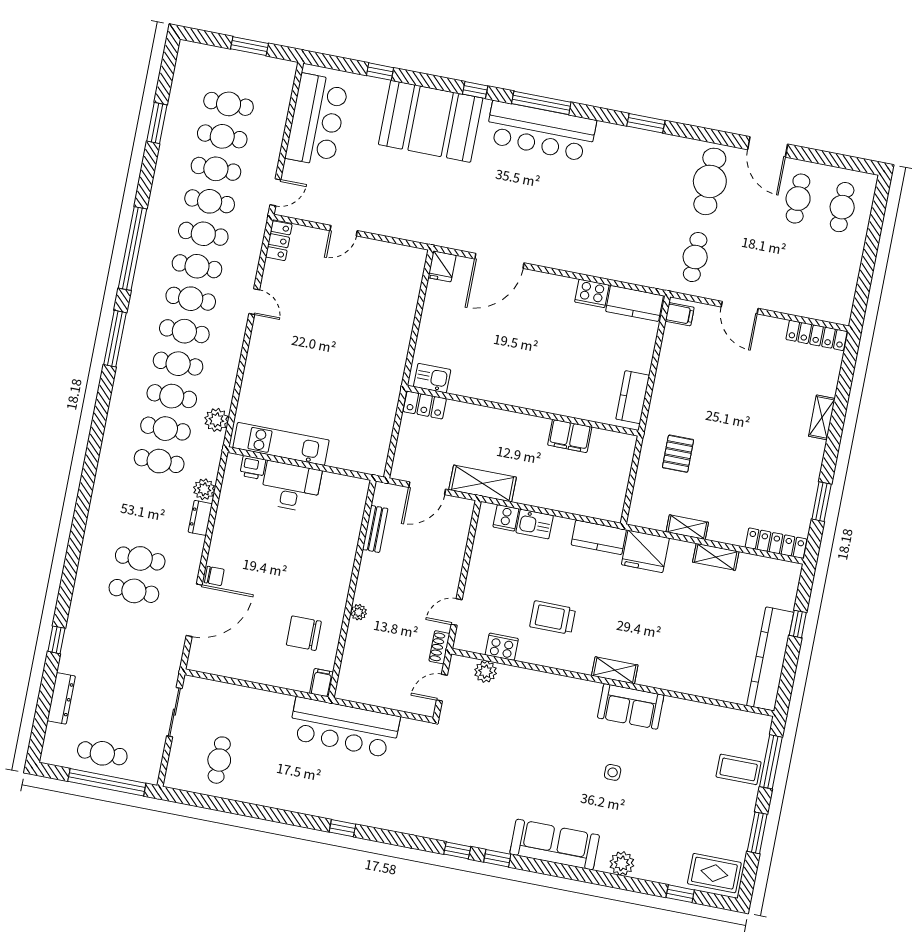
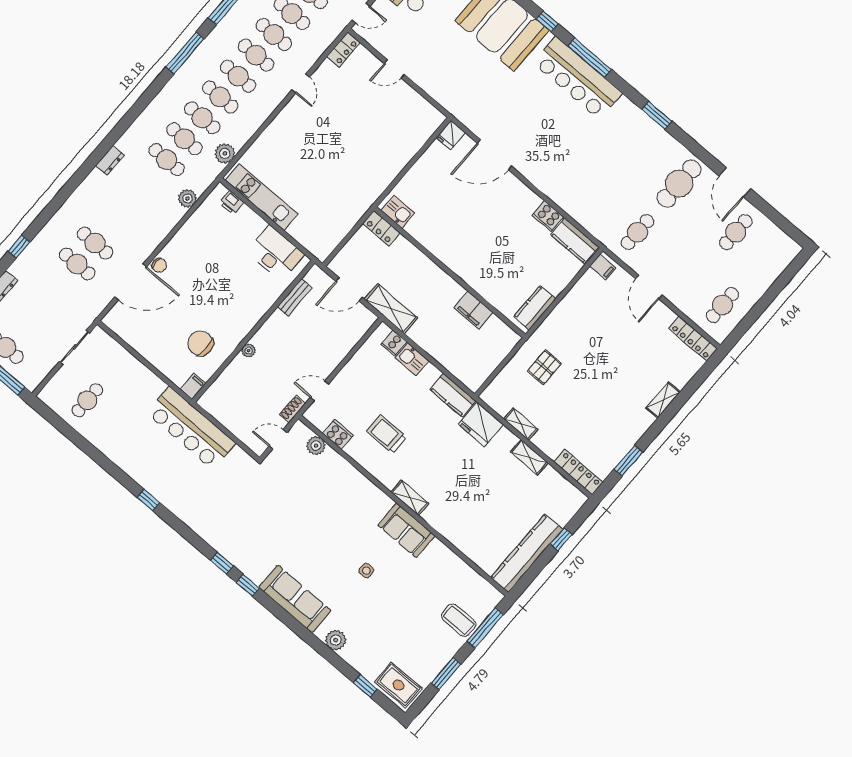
cafe table: (842, 207) -> (722, 305), moved
desk: (291, 487) -> (276, 253), moved
dresser: (200, 518) -> (110, 160), moved, turned 180
cafe table: (140, 558) -> (77, 264), moved

